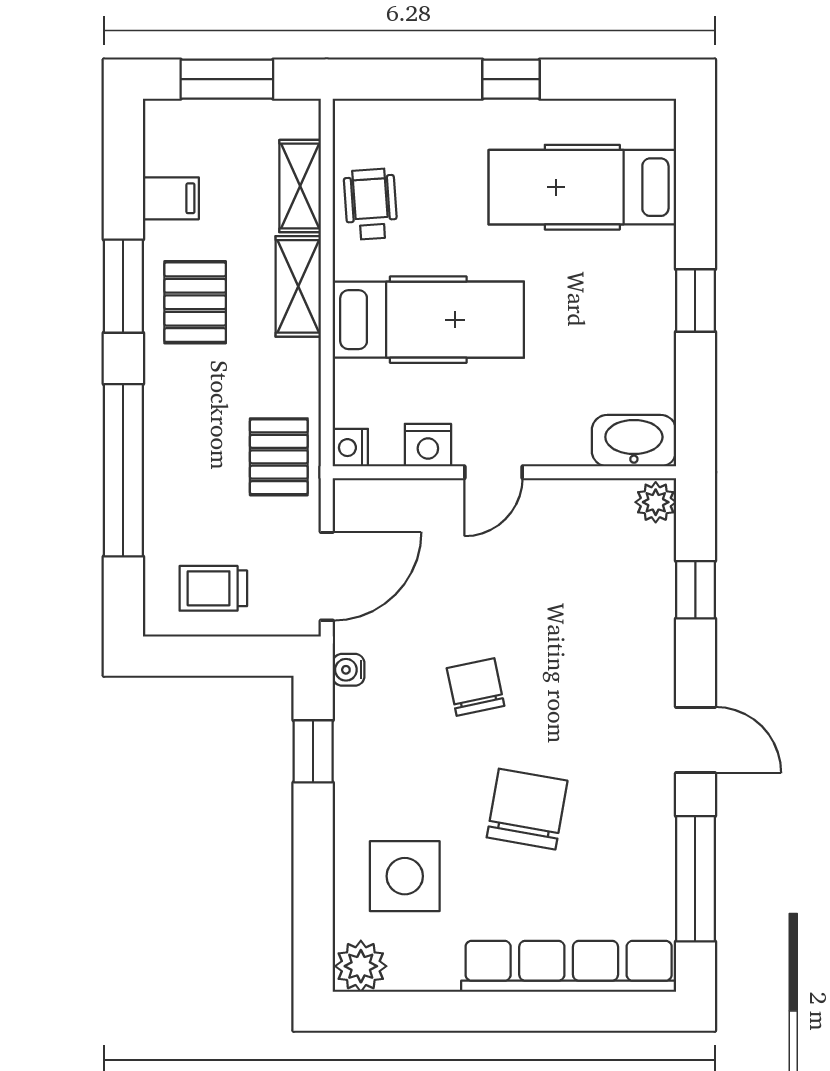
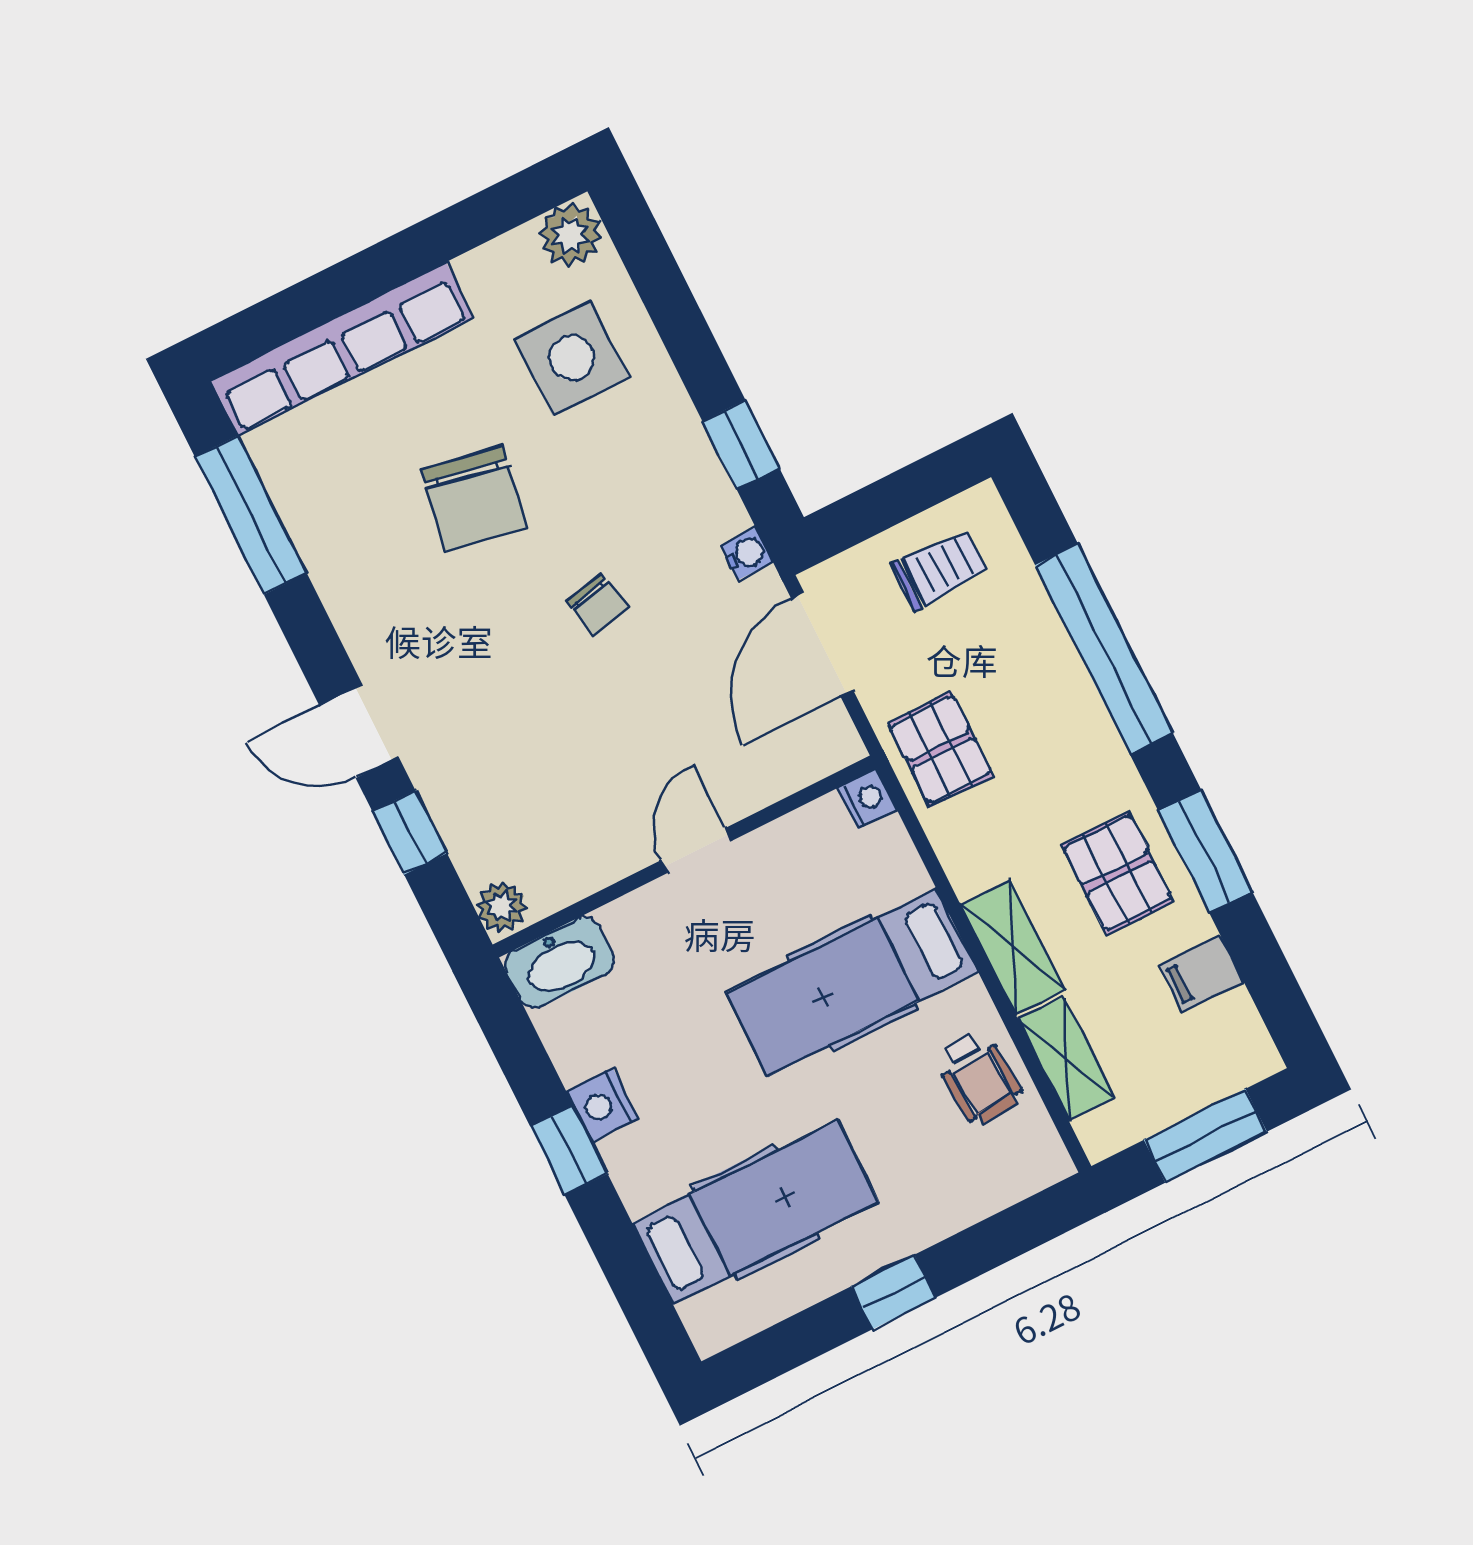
nightstand: (428, 445) -> (602, 1105), moved, turned -90
chair: (475, 687) -> (598, 605), width x0.73, depth x0.73
door: (695, 740) -> (359, 731), moved

